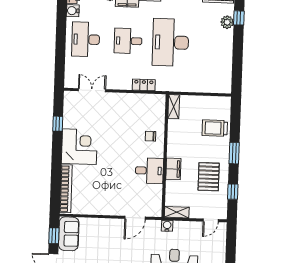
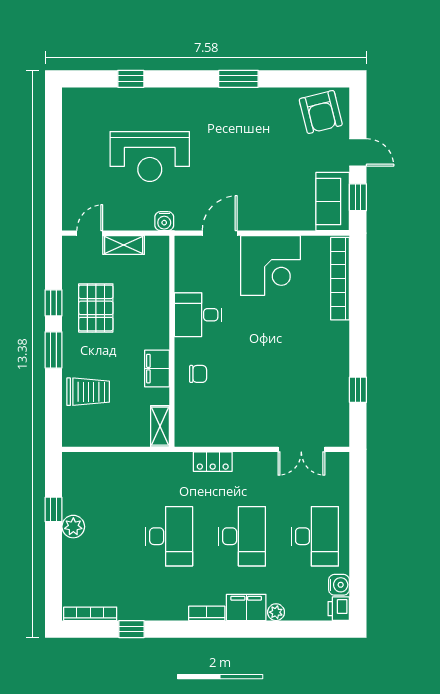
window: (239, 18) -> (54, 509), moved
plant: (227, 22) -> (73, 527), moved
desk: (128, 41) -> (242, 536), width x1.37
desk: (171, 42) -> (169, 536), width x0.73, depth x0.77
corner desk: (79, 147) -> (271, 266), moved, turned -90
filing cabinet: (173, 169) -> (157, 369), moved
window: (233, 192) -> (54, 303), moved
shelving: (177, 212) -> (124, 245), moved

